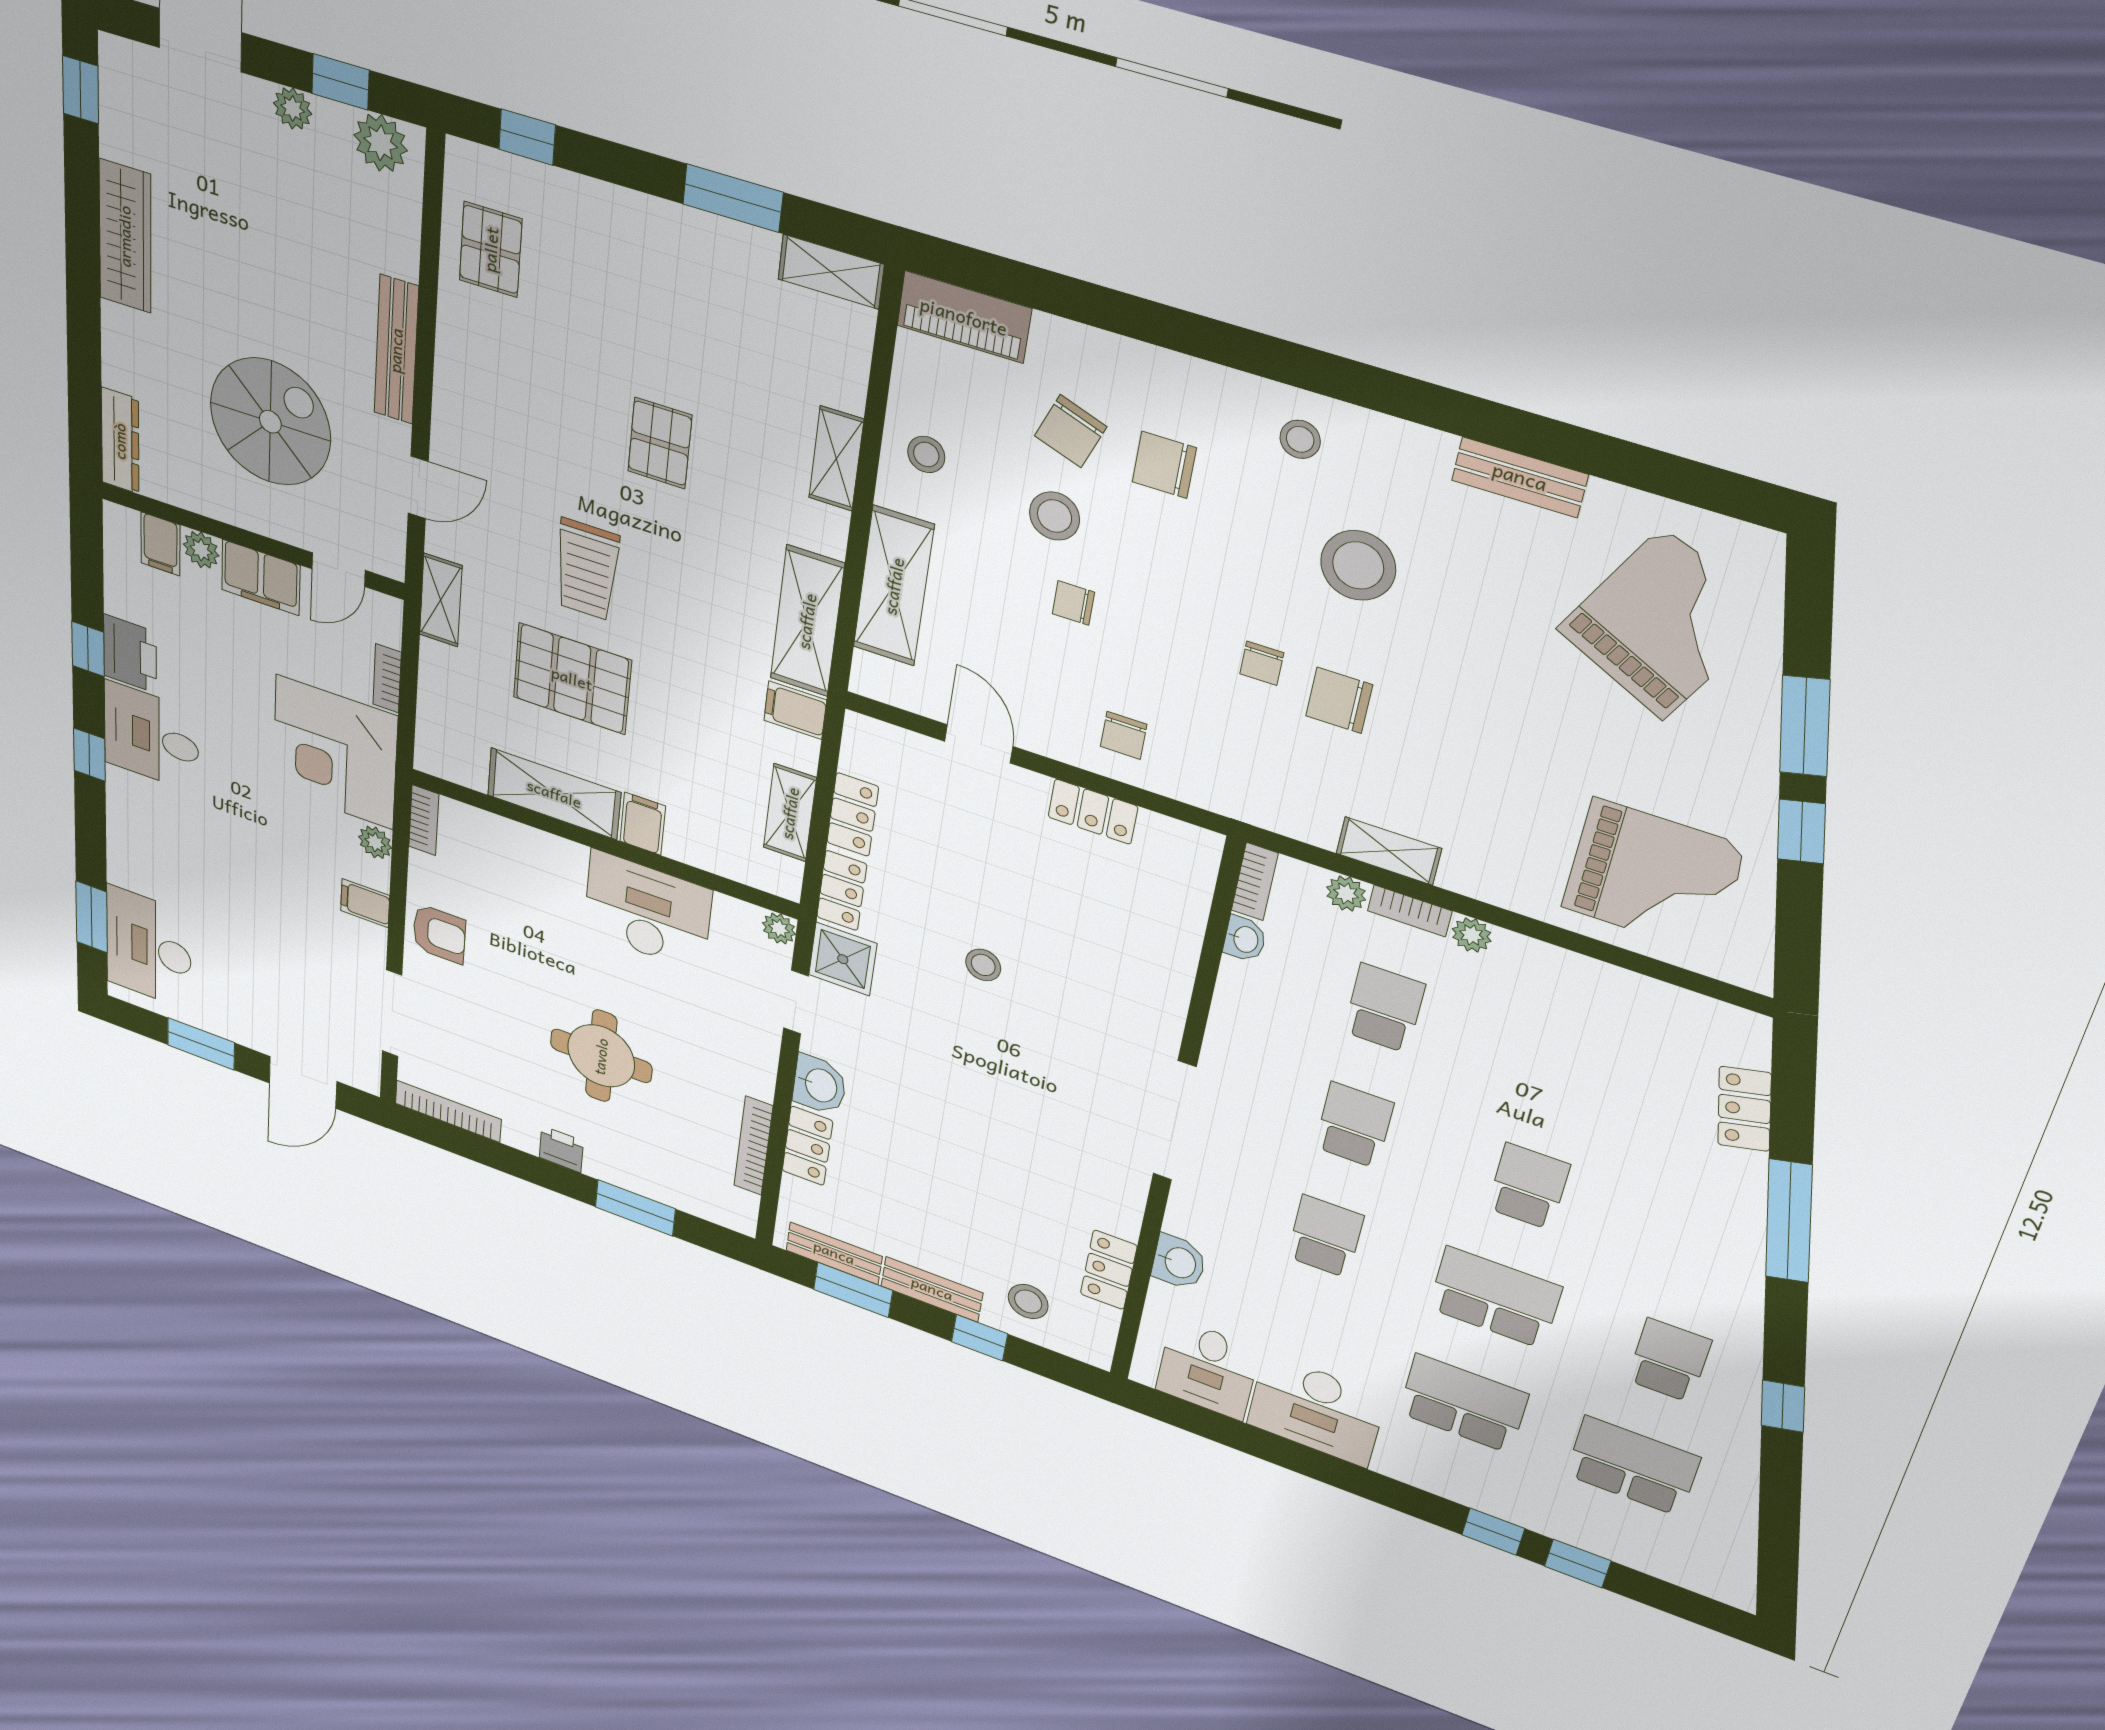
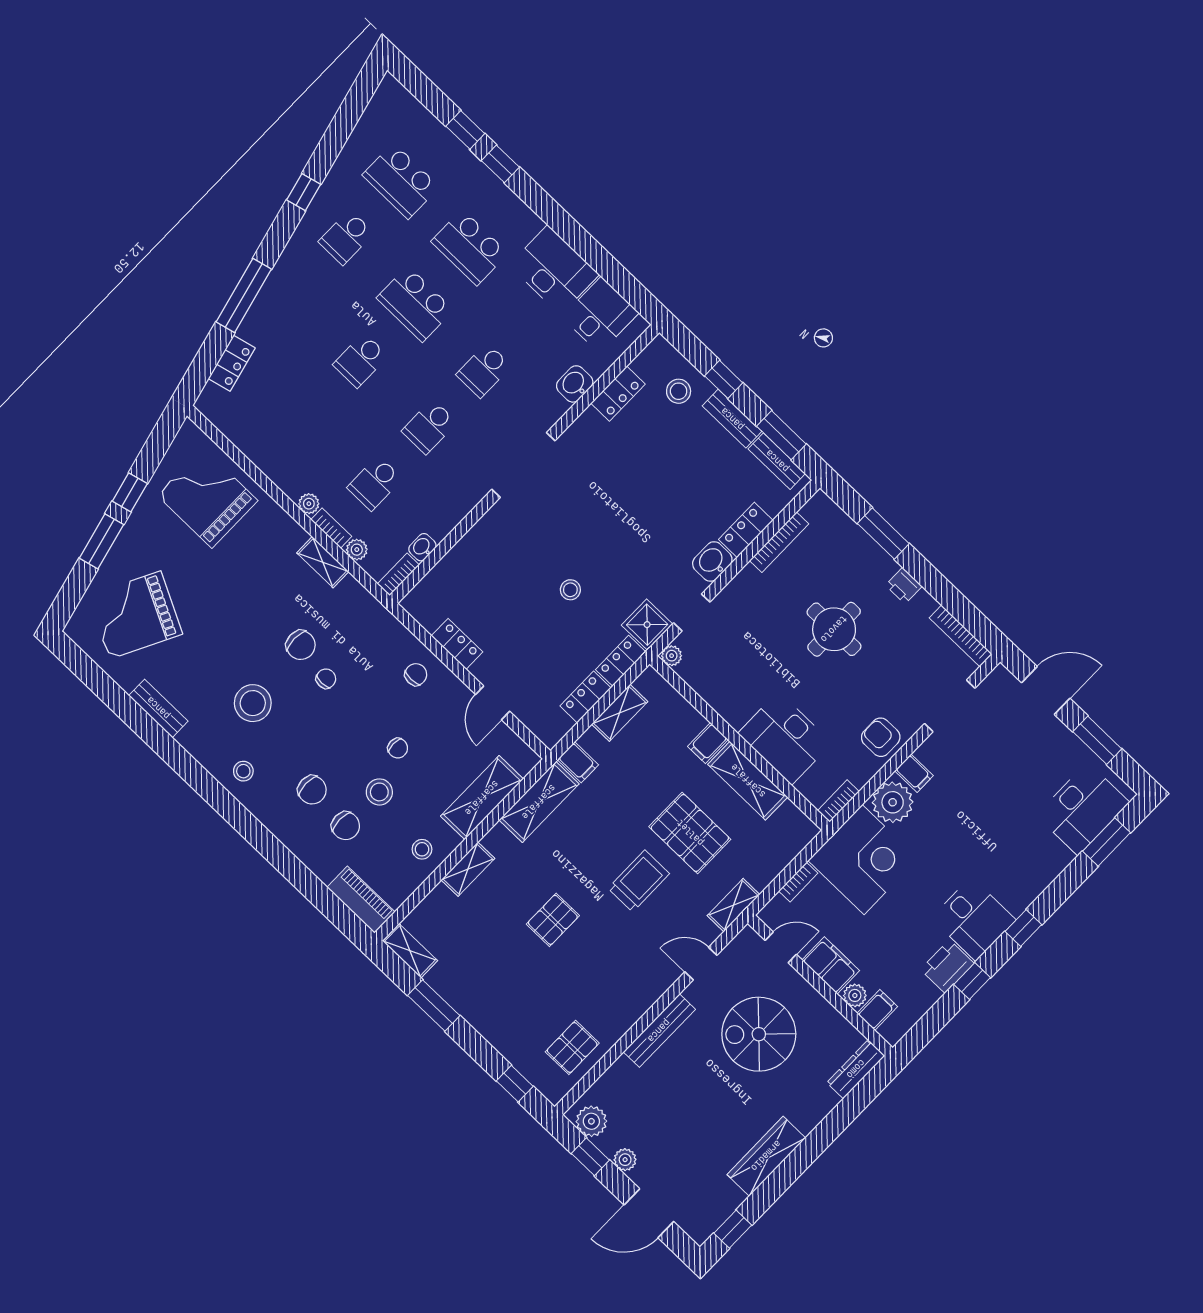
chair: (1071, 431) -> (346, 826), turned 70
plant: (375, 842) -> (893, 802), width x1.88, depth x1.88
desk: (647, 911) -> (785, 738), moved

